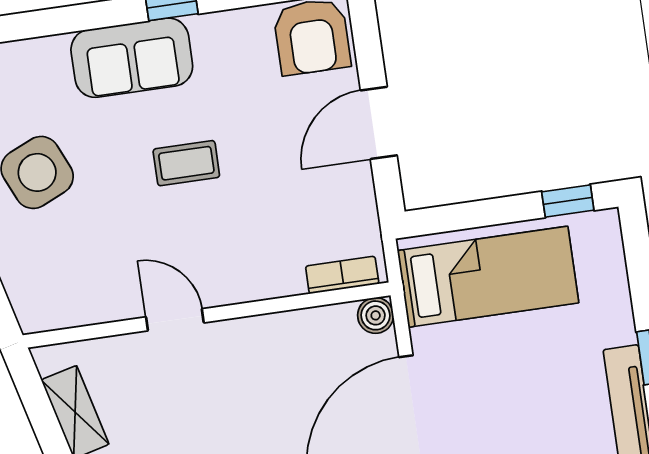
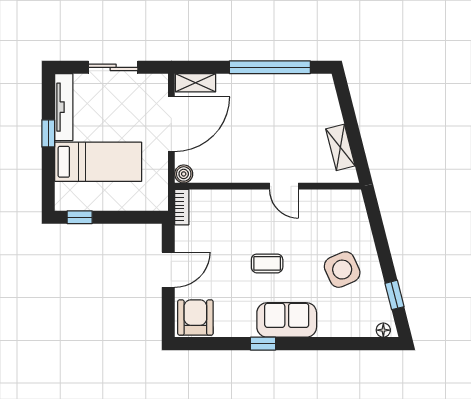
bookcase: (342, 275) -> (182, 207), moved, turned -90
bed: (488, 277) -> (98, 162), moved, turned 180

